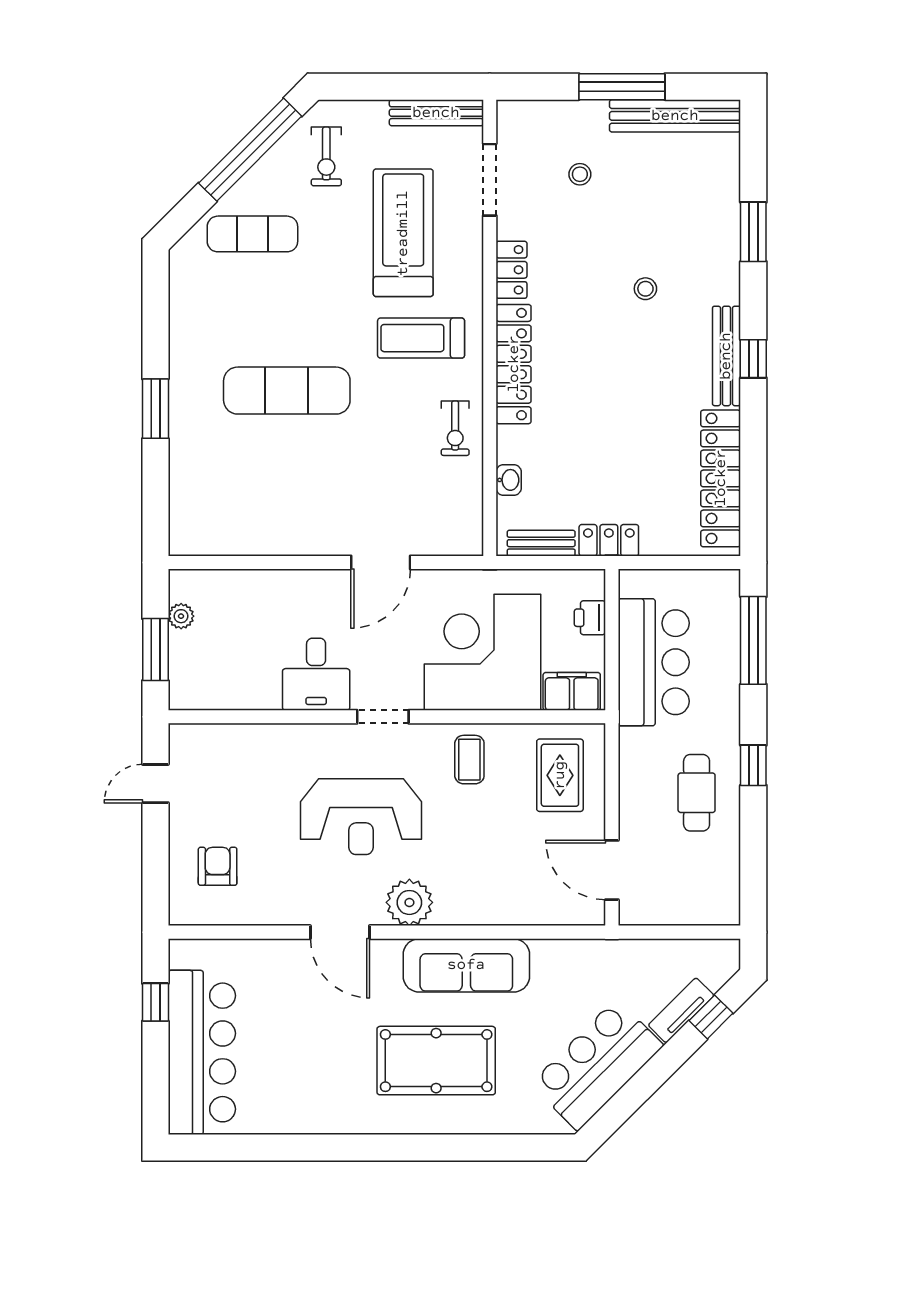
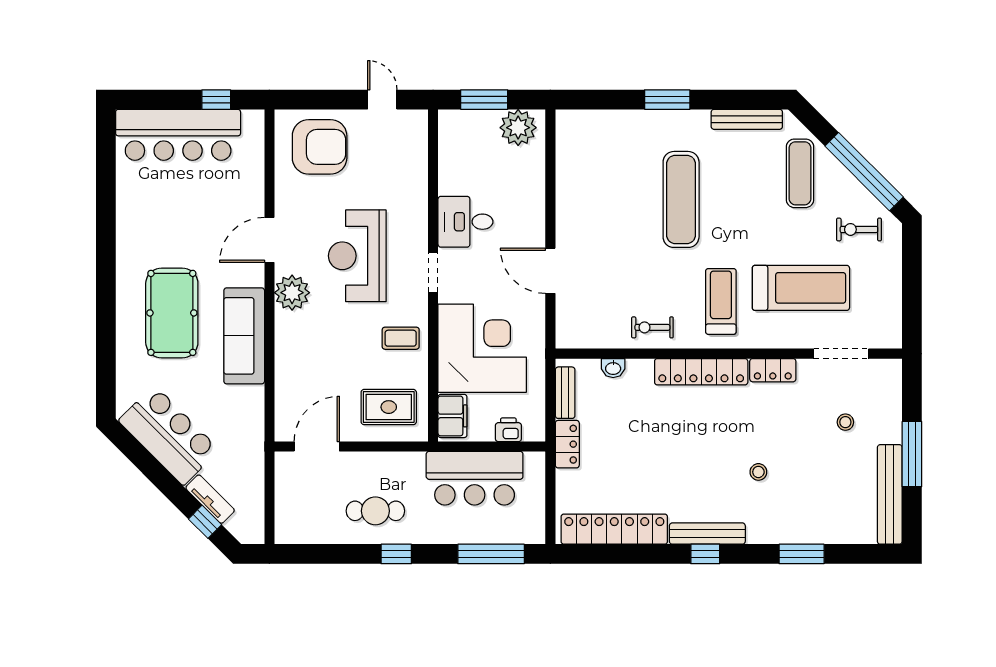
bench: (436, 113) -> (747, 119), moved, turned 90
plant: (181, 616) -> (518, 128), width x1.88, depth x1.88
armchair: (218, 866) -> (320, 147), width x1.88, depth x1.88

